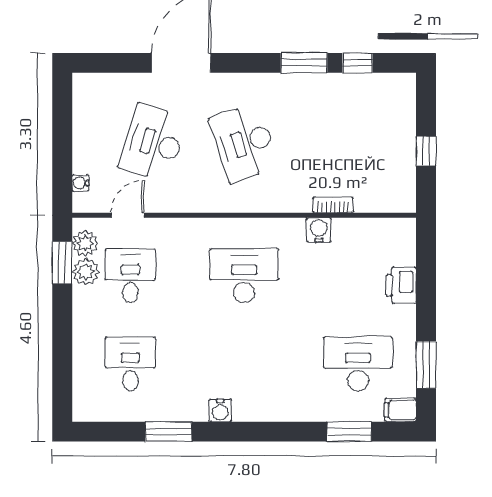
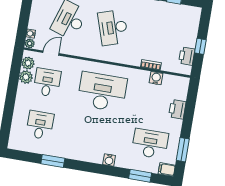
printer: (402, 175) -> (187, 56), added
plant: (82, 203) -> (30, 43), added
water cooler: (319, 230) -> (156, 78), moved
window: (62, 263) -> (15, 71), removed
desk: (244, 276) -> (102, 92), width x1.36, depth x1.30
water cooler: (220, 410) -> (109, 160), moved

